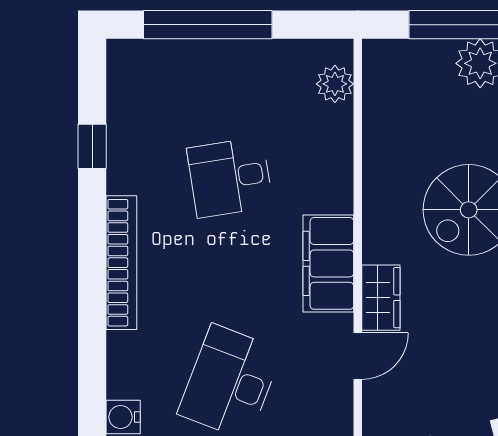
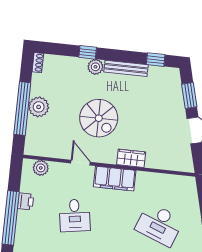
printer: (251, 56) -> (26, 201), added
door: (358, 356) -> (81, 163), moved

